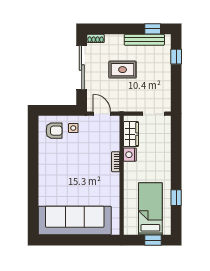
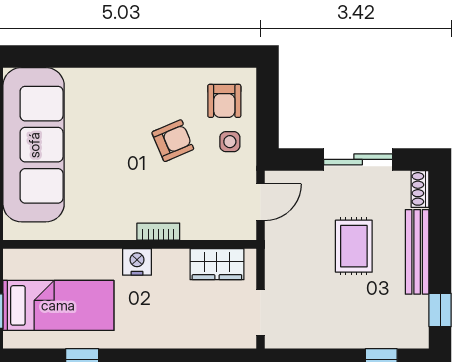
bench: (144, 40) -> (417, 252), moved
sliding door: (82, 68) -> (358, 159), width x0.73
armchair: (73, 155) -> (173, 141), added
nightstand: (130, 155) -> (137, 262), moved

